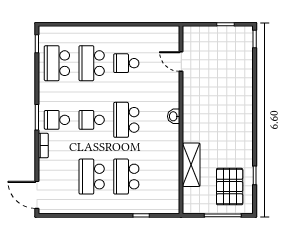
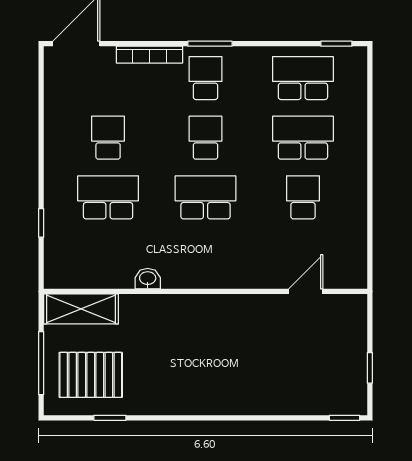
washbasin: (174, 116) -> (148, 279), moved
bookcase: (43, 146) -> (149, 55), width x1.56
shelving: (191, 165) -> (81, 309), moved
school desk: (92, 177) -> (108, 138), width x0.54

